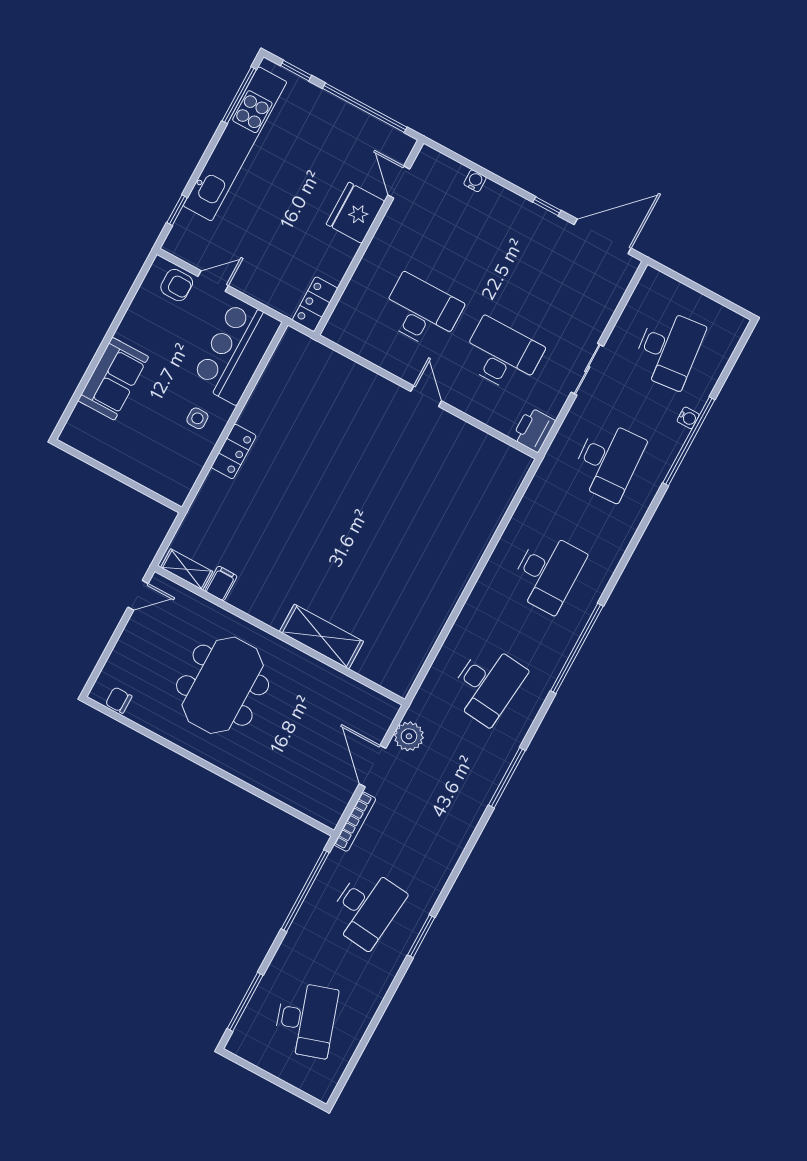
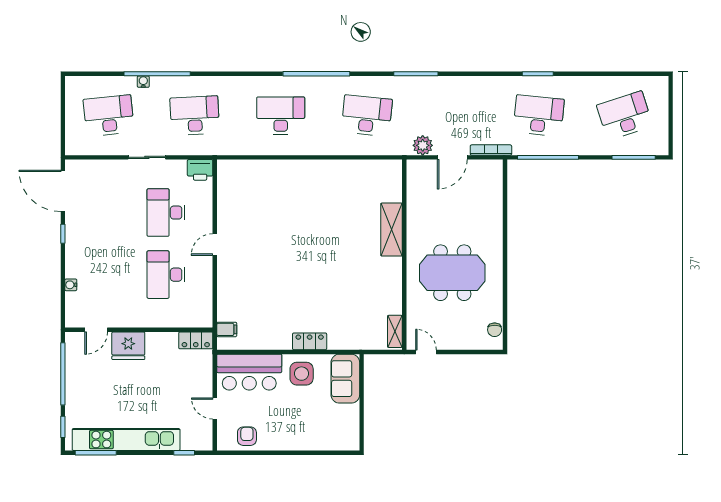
armchair: (177, 285) -> (247, 436), moved
sofa: (113, 379) -> (345, 379), moved, turned -90
side table: (197, 418) -> (302, 374), width x1.87, depth x1.87
filing cabinet: (221, 584) -> (227, 329), moved, turned 180

